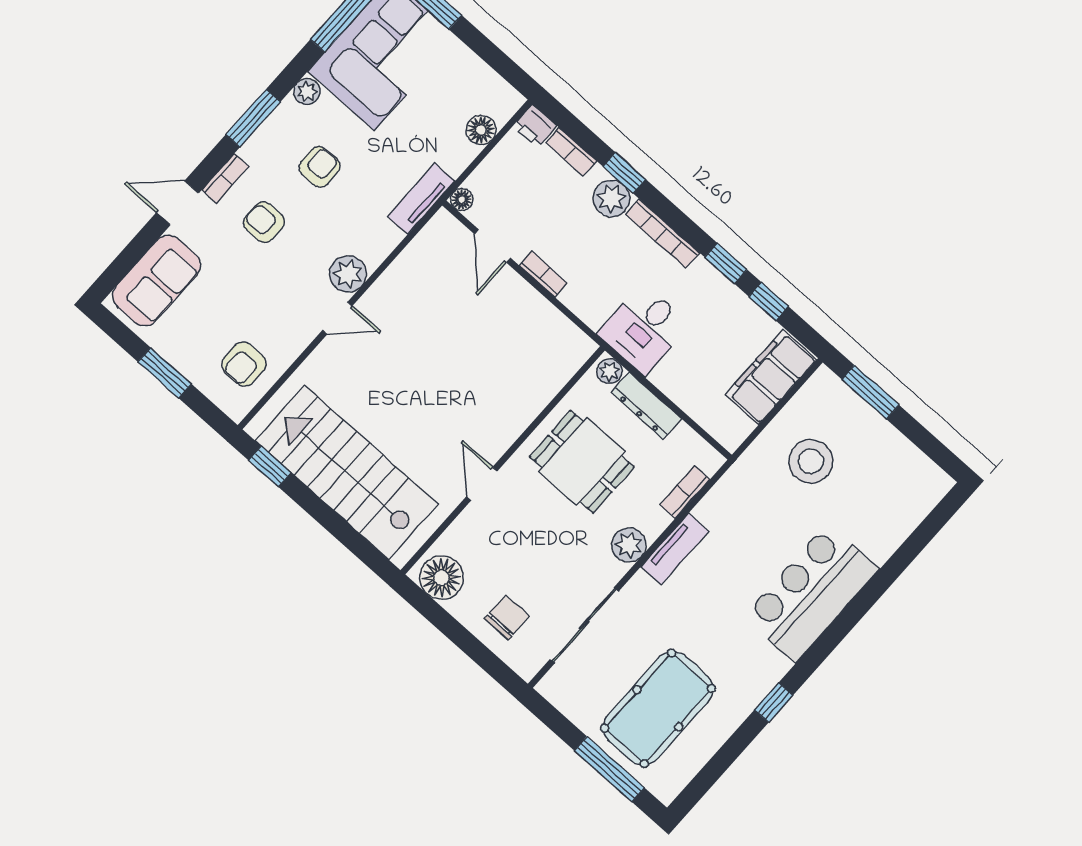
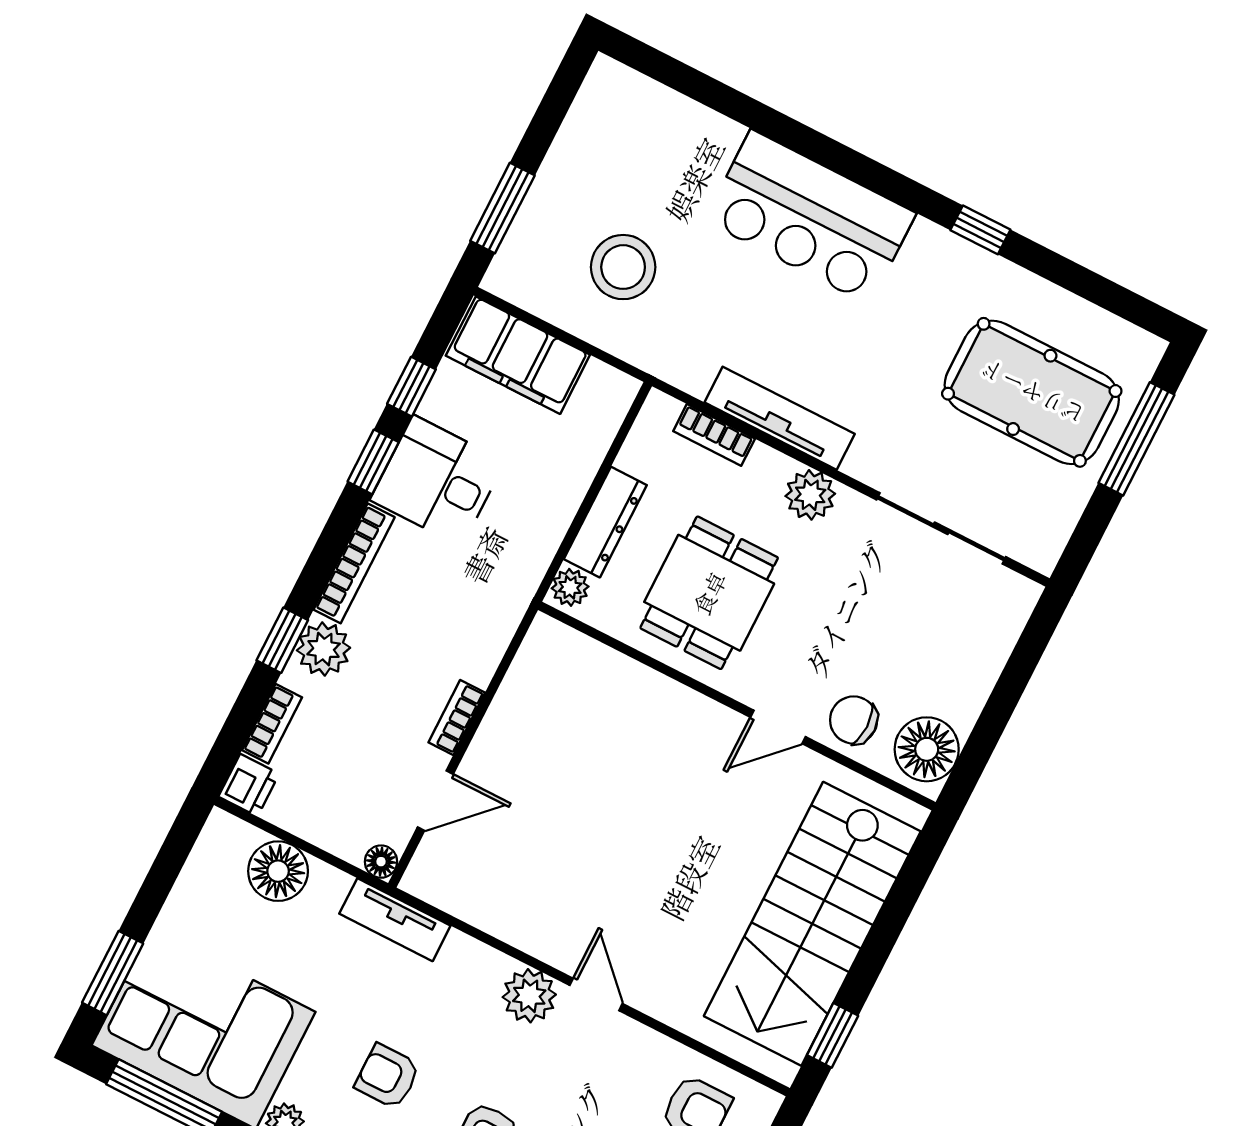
floor lamp: (481, 130) -> (278, 871), width x1.38, depth x1.38
desk: (644, 329) -> (437, 481), moved, turned 180
tv unit: (675, 549) -> (780, 418), width x1.41
chair: (507, 618) -> (854, 720), moved

